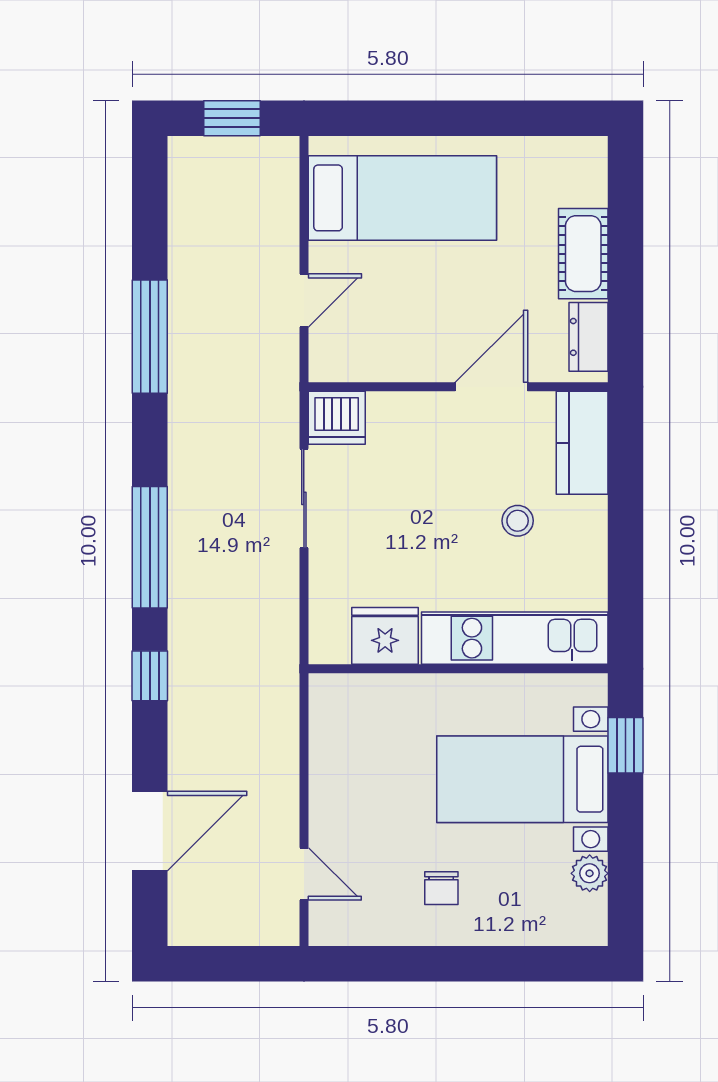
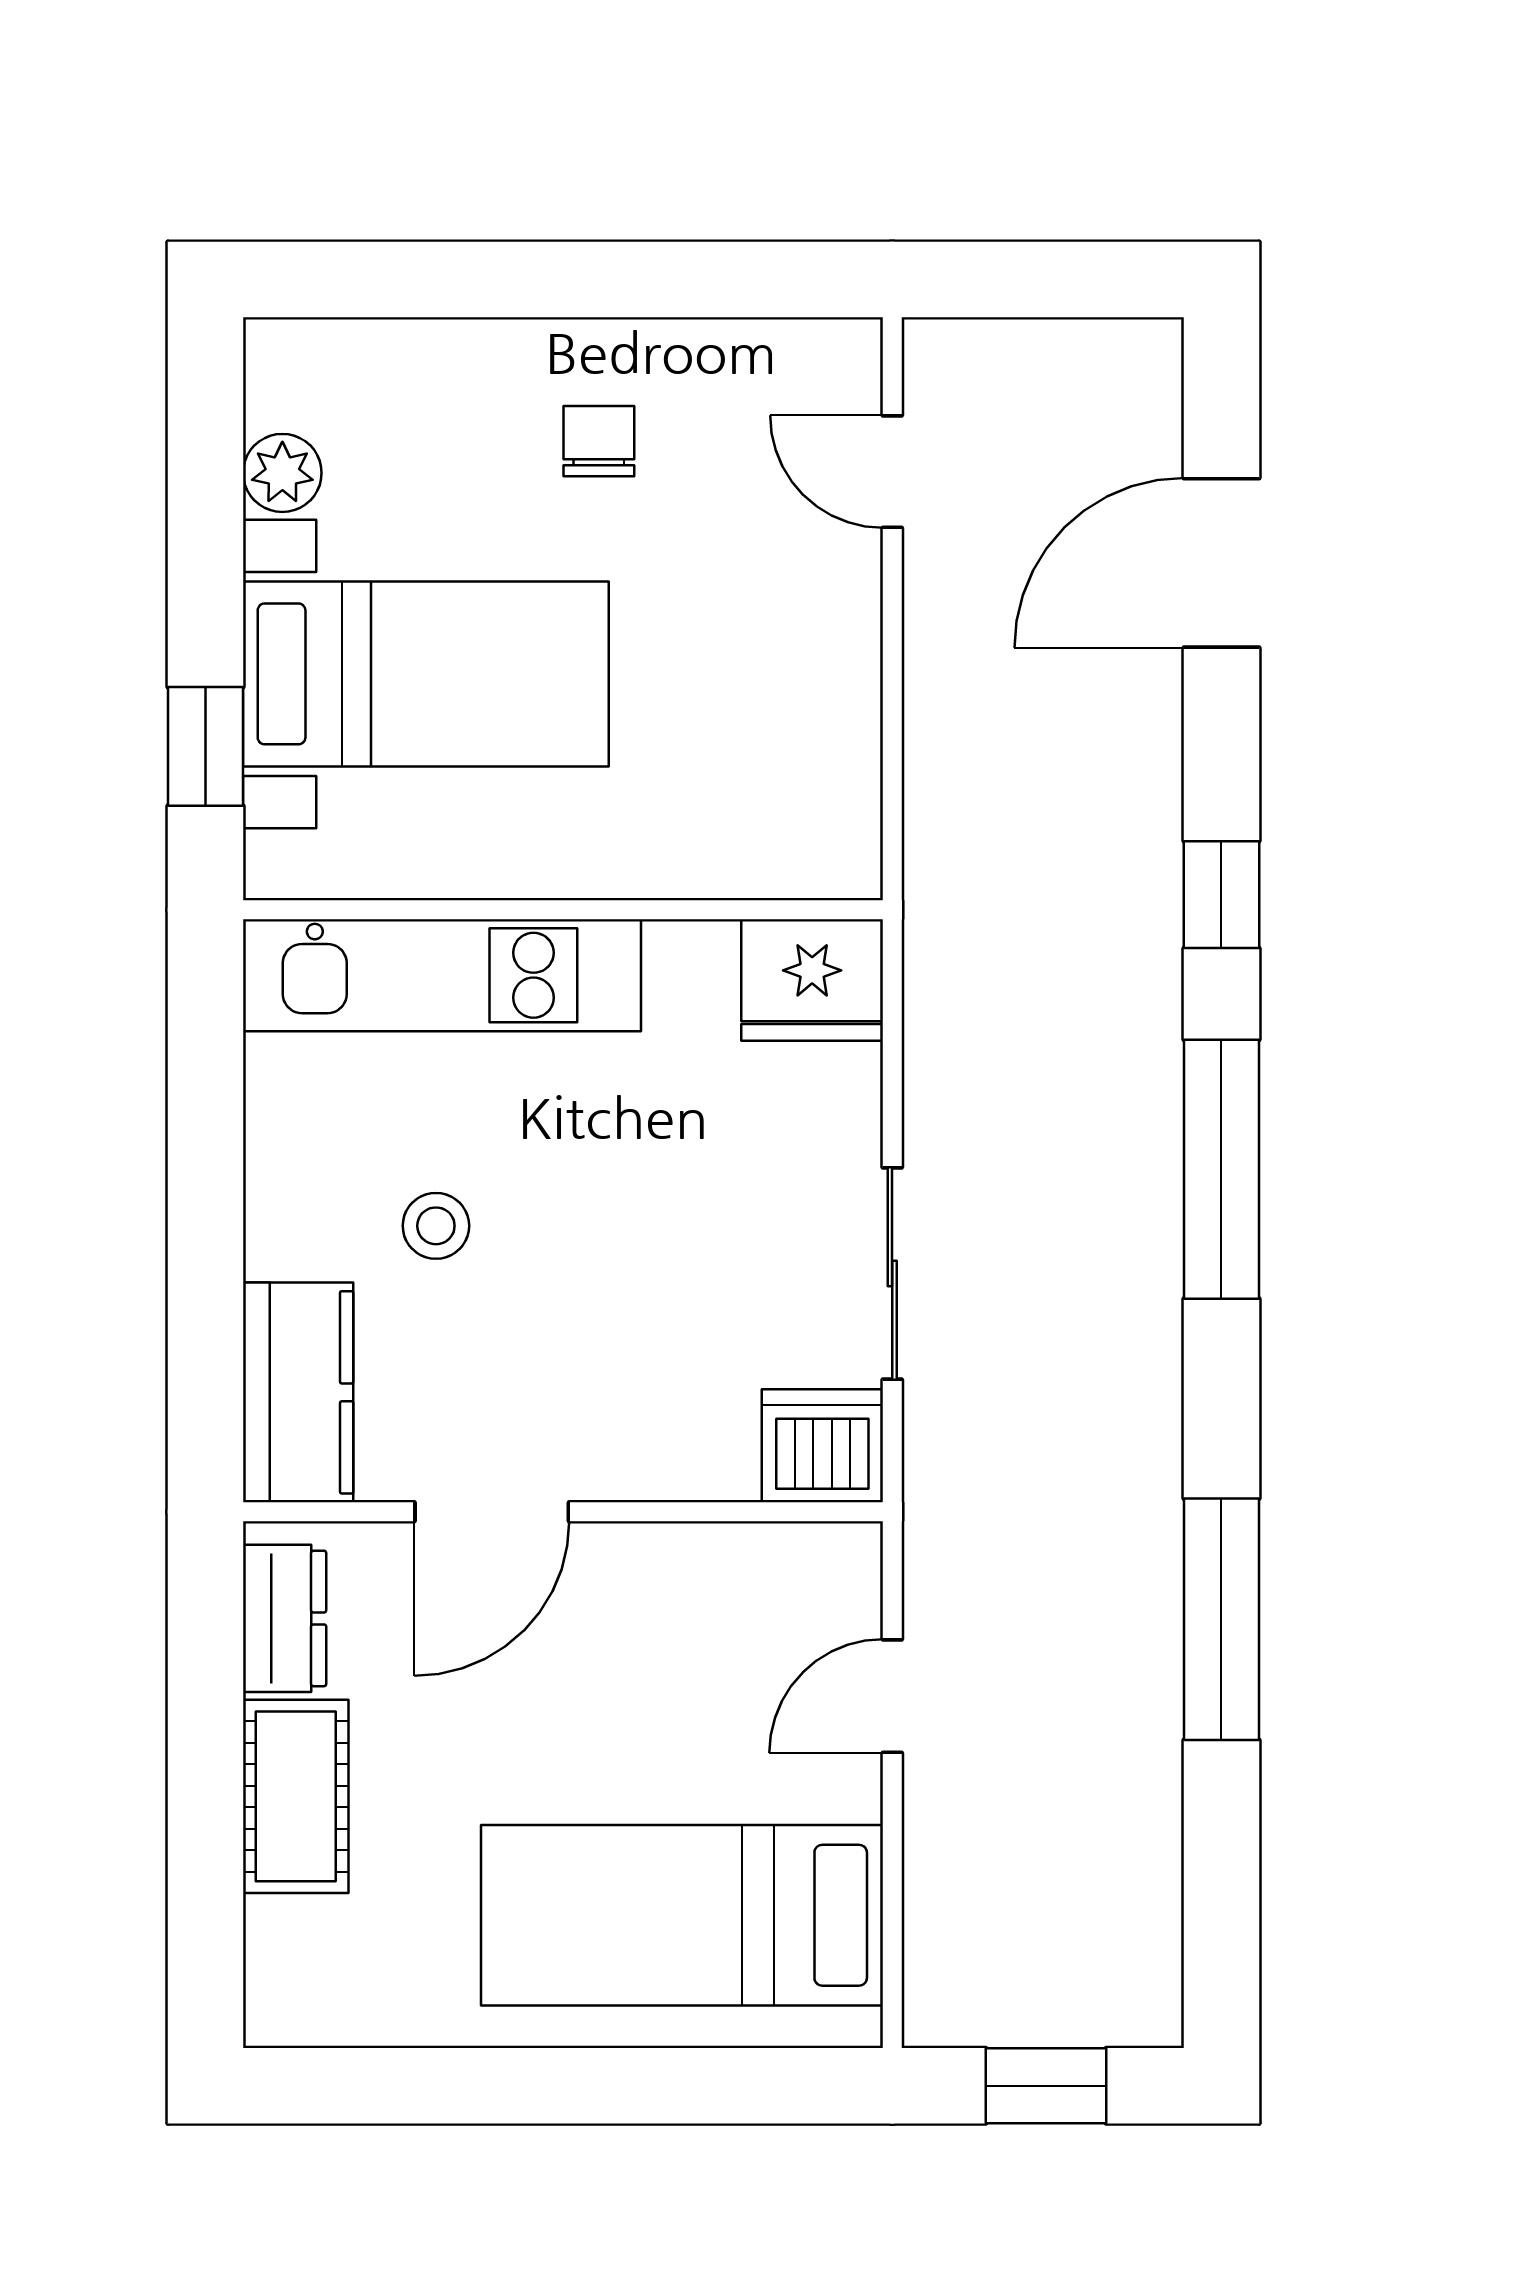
fridge: (385, 636) -> (812, 980), moved

